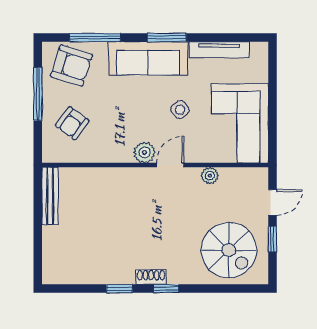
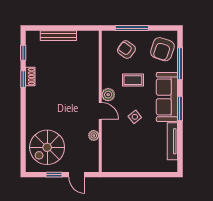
window: (38, 94) -> (132, 28), moved
coffee table: (121, 113) -> (133, 80), added
corner sofa: (240, 123) -> (126, 154), removed
bench: (50, 196) -> (58, 36), moved
shoe rack: (151, 277) -> (30, 77), moved
window: (166, 289) -> (23, 53), moved

